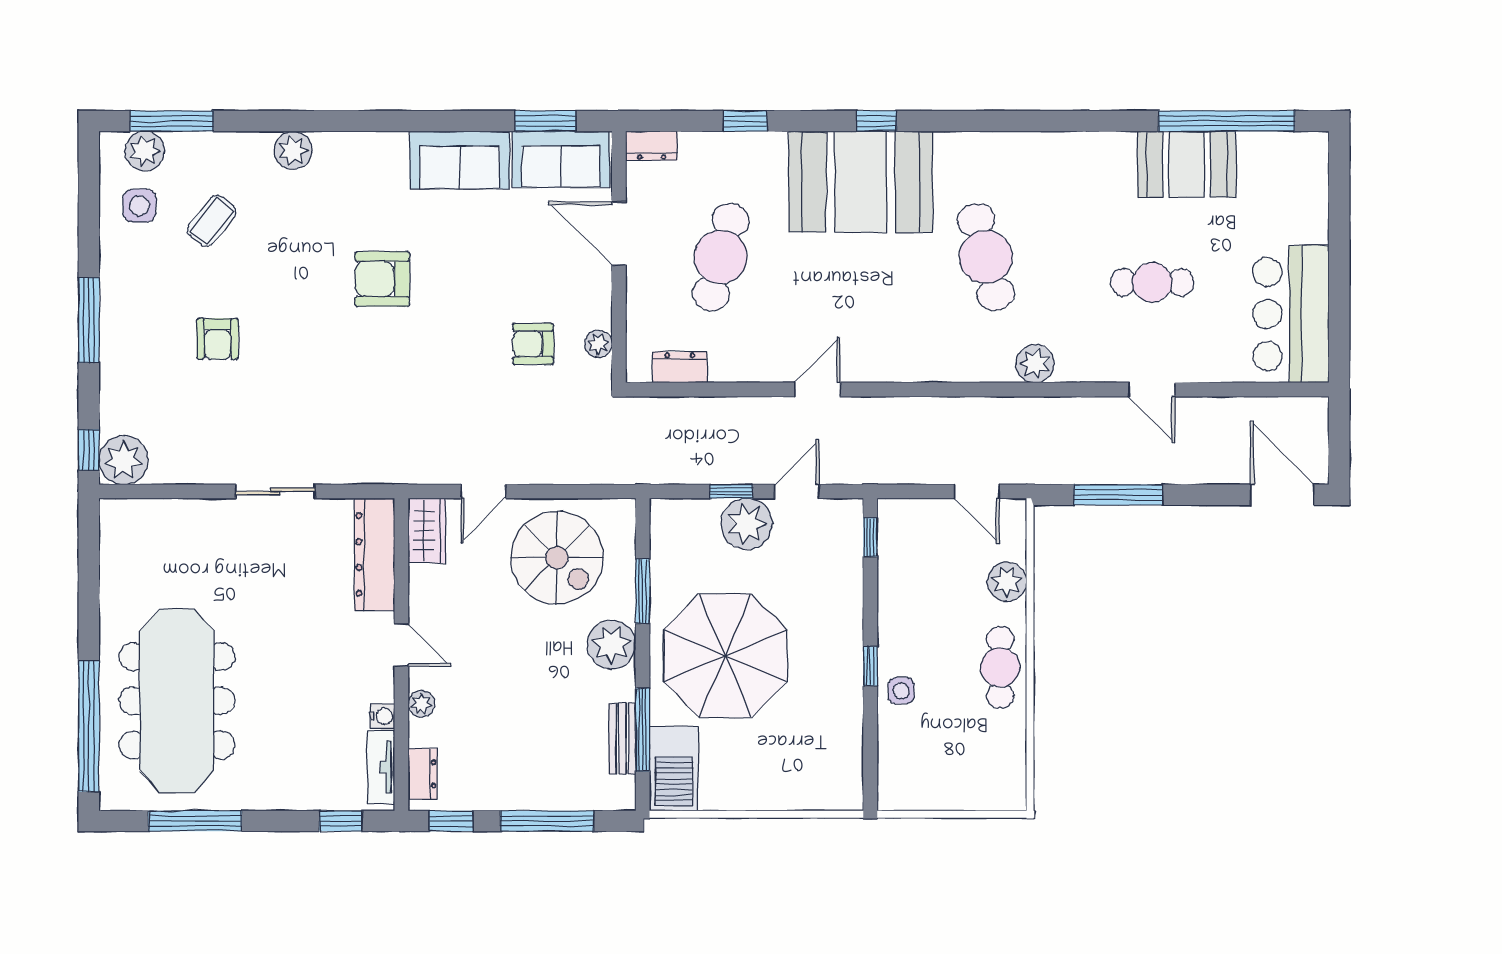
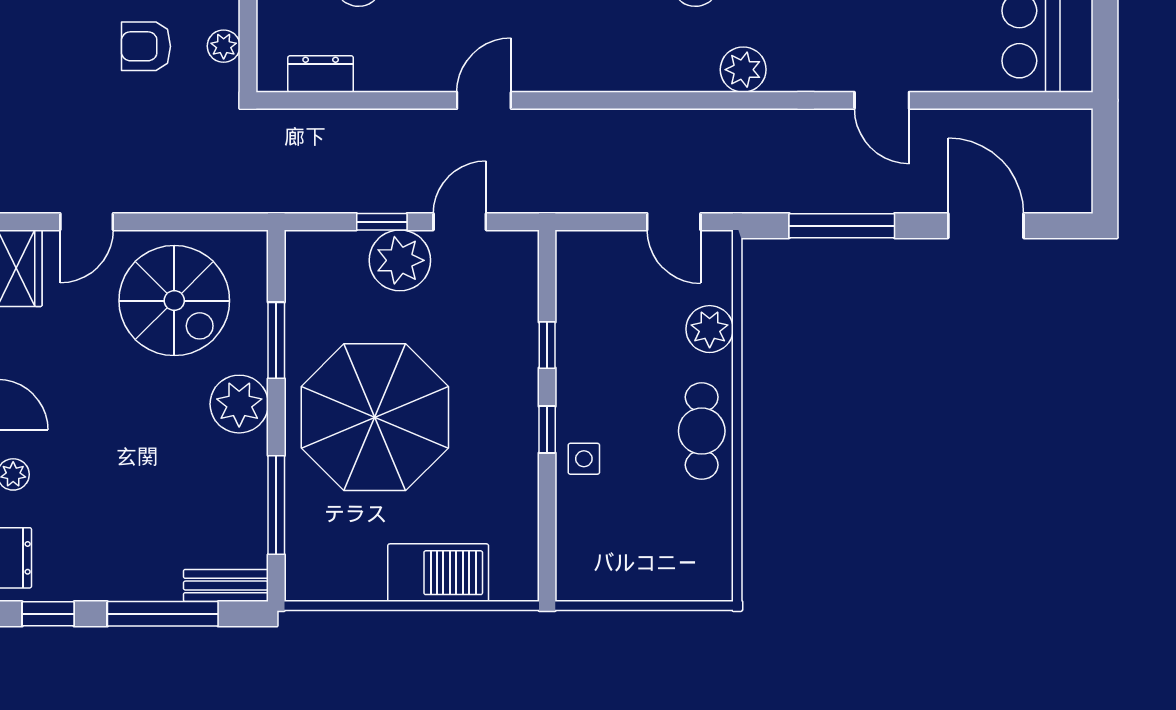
door: (1282, 495) -> (986, 226), moved
window: (870, 537) -> (547, 345), moved
bench: (622, 739) -> (226, 586), moved, turned 90
barbecue: (674, 769) -> (438, 573), moved, turned -90

